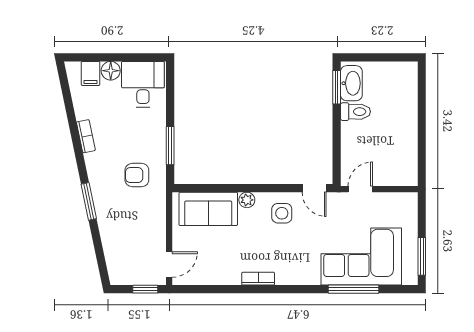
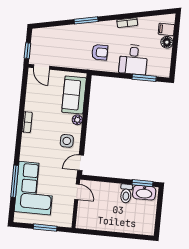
desk: (143, 84) -> (133, 60), moved, turned 90
window: (170, 146) -> (144, 78), moved
armchair: (137, 175) -> (100, 52), turned 90
window: (422, 256) -> (45, 228), moved

